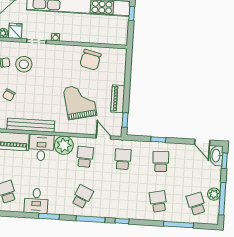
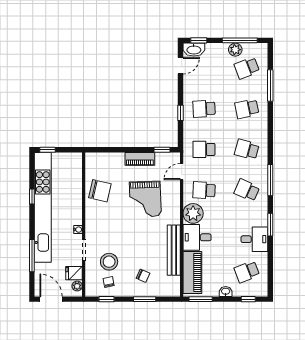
grand piano: (80, 102) -> (145, 199), turned -79
school desk: (120, 199) -> (247, 149), added
window: (122, 221) -> (270, 146), removed

